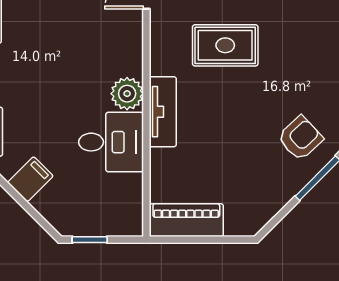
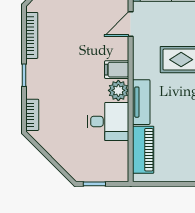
filing cabinet: (30, 179) -> (117, 70), moved, turned -135
piano: (186, 220) -> (143, 150), moved, turned 90

